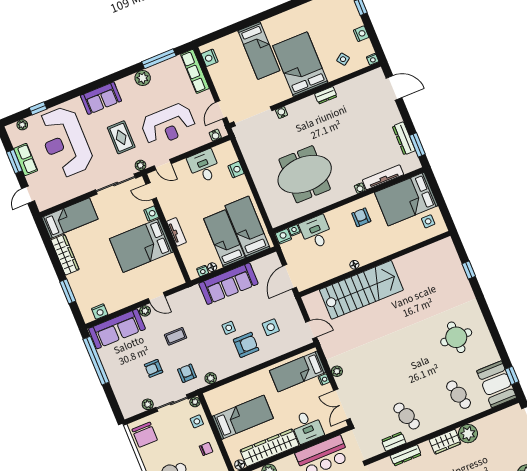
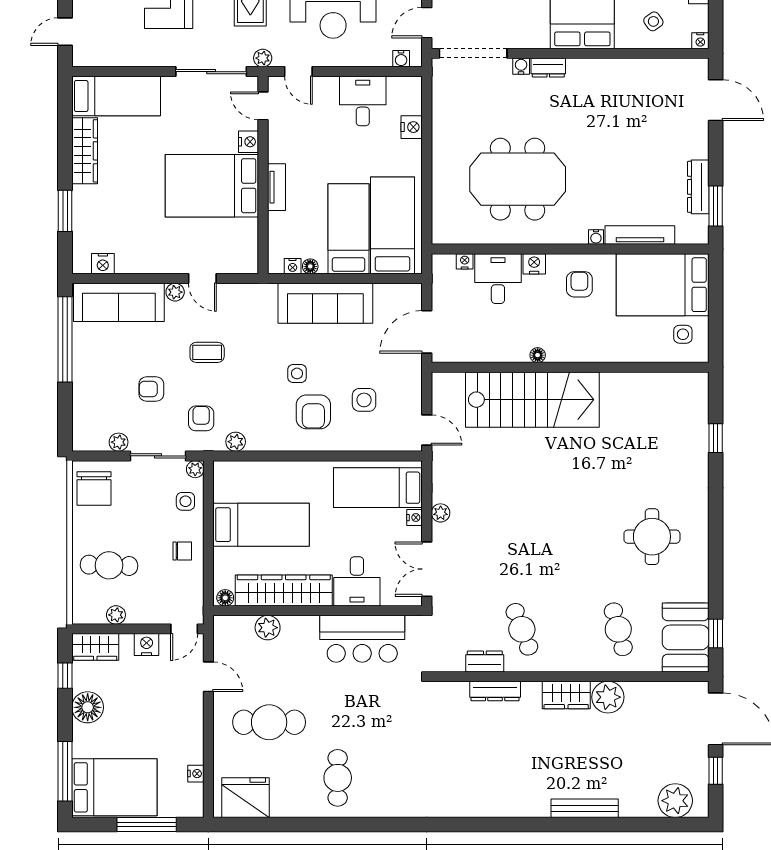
dresser: (326, 95) -> (548, 68), moved
nightstand: (283, 236) -> (534, 264), moved
armchair: (246, 345) -> (313, 412), turned 90

